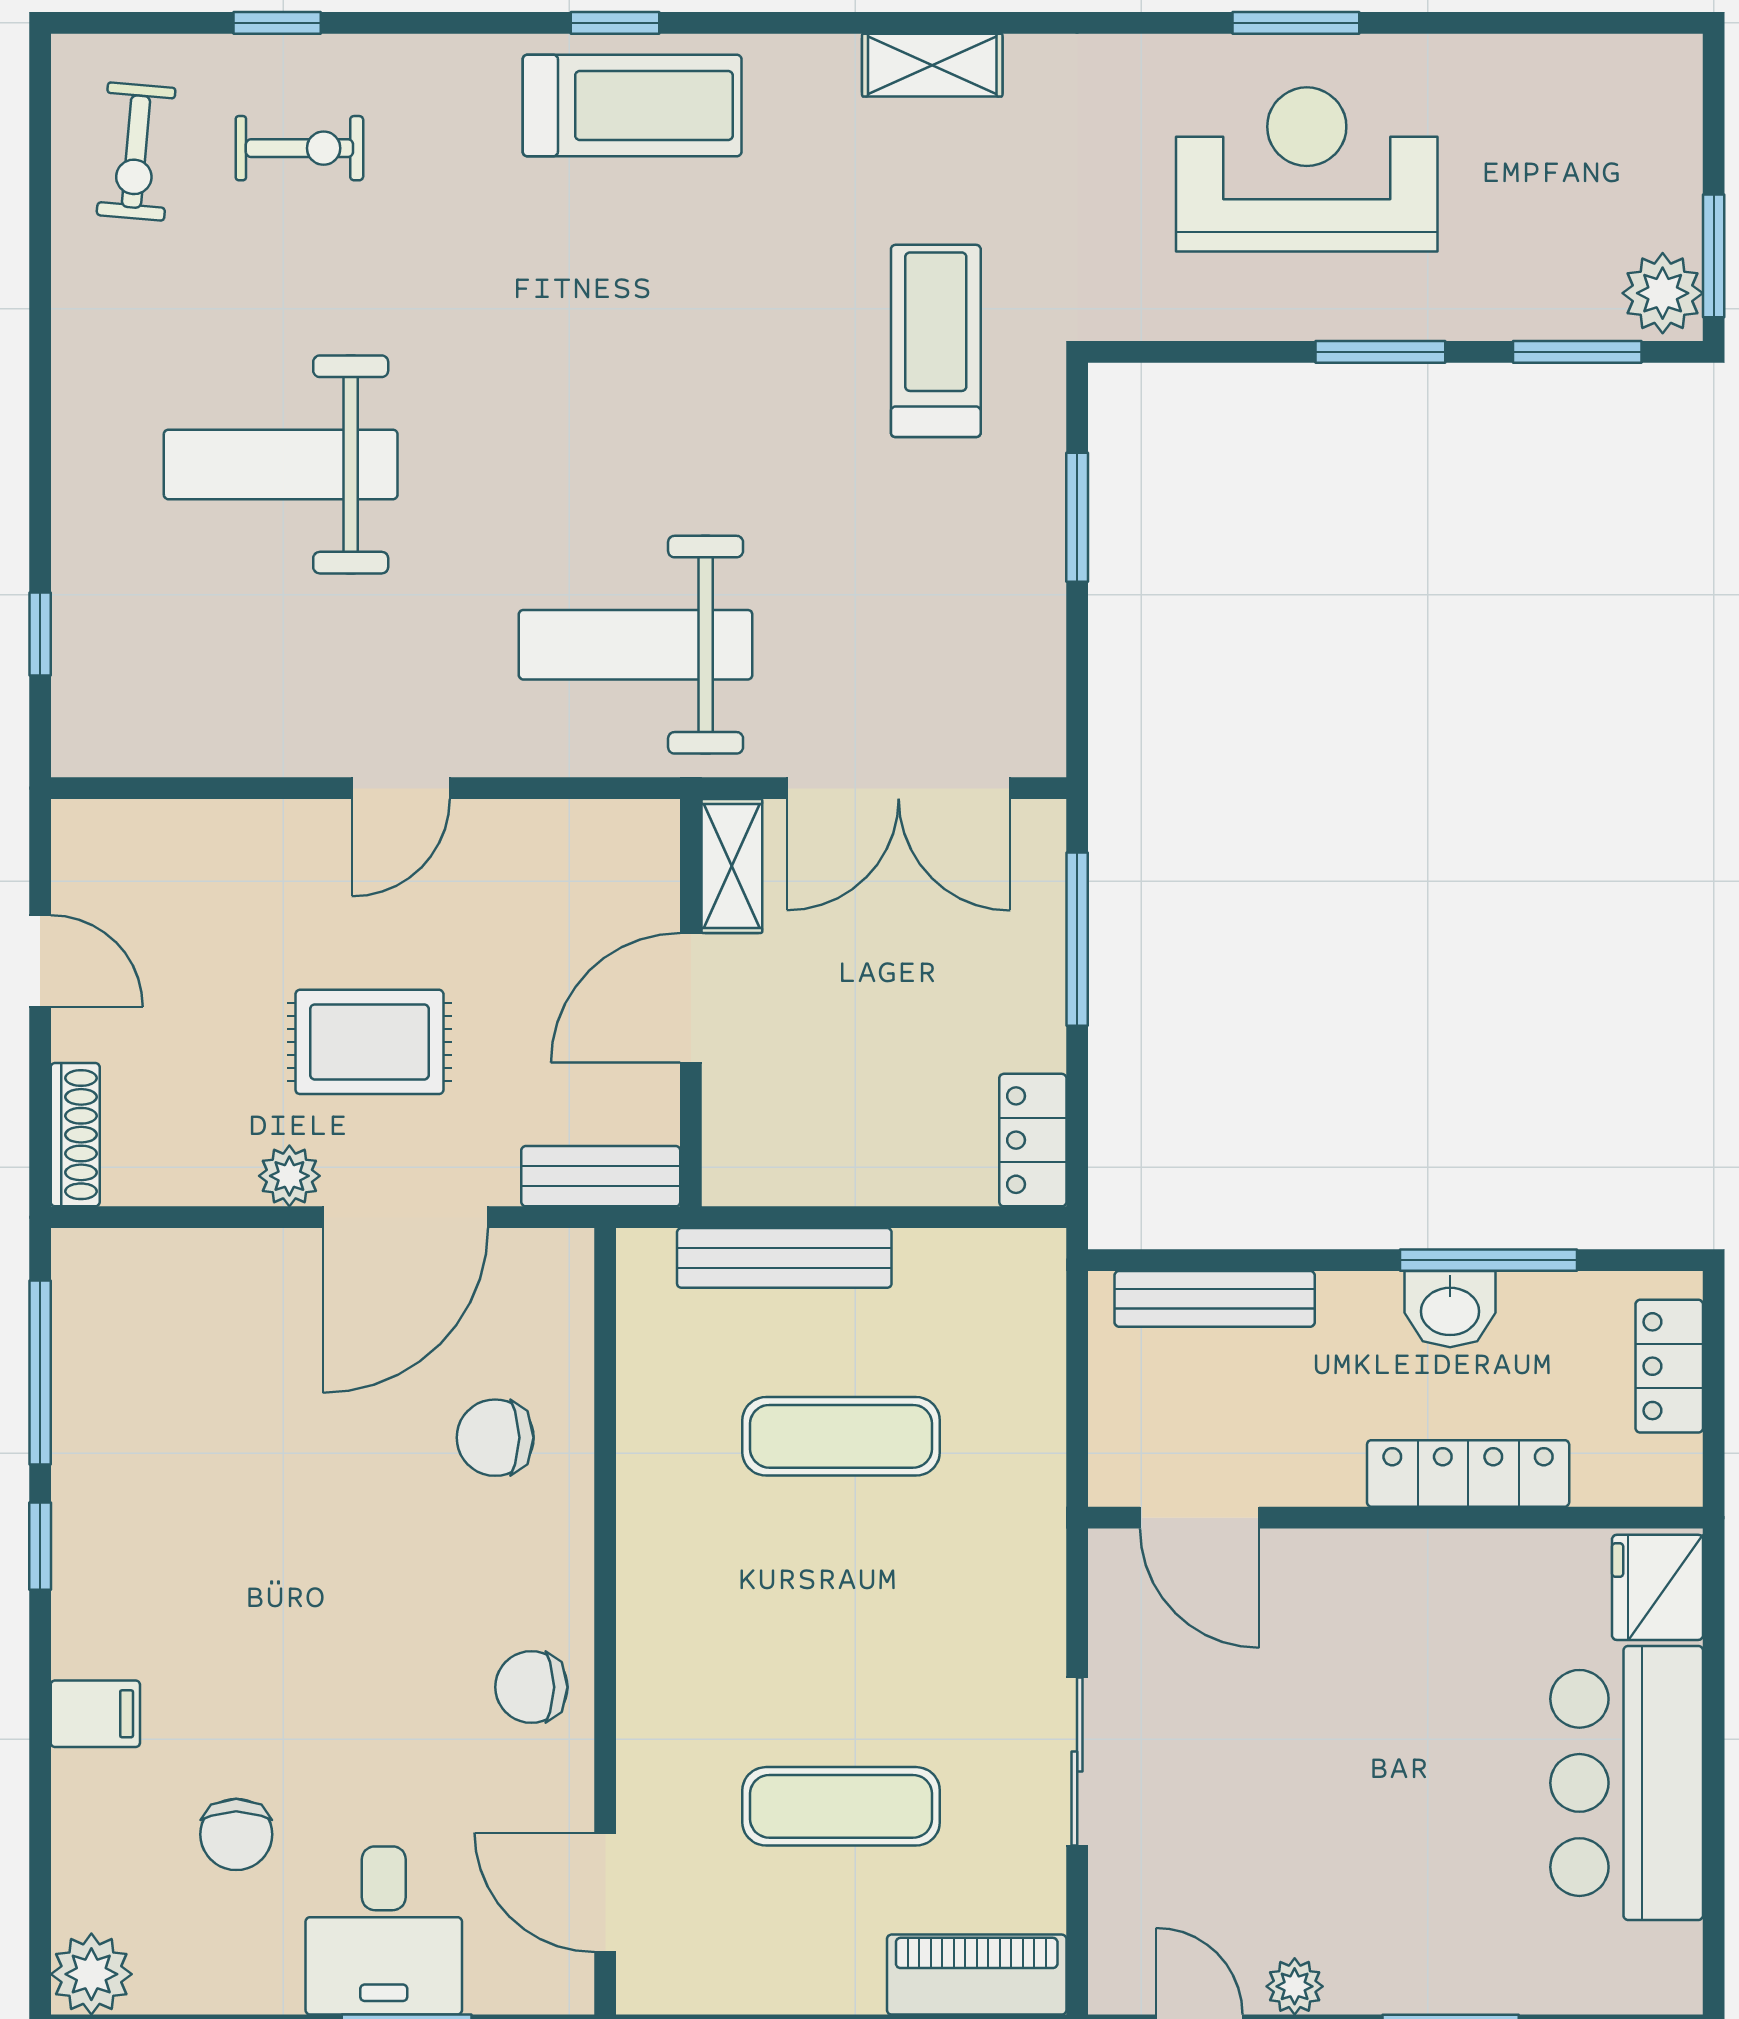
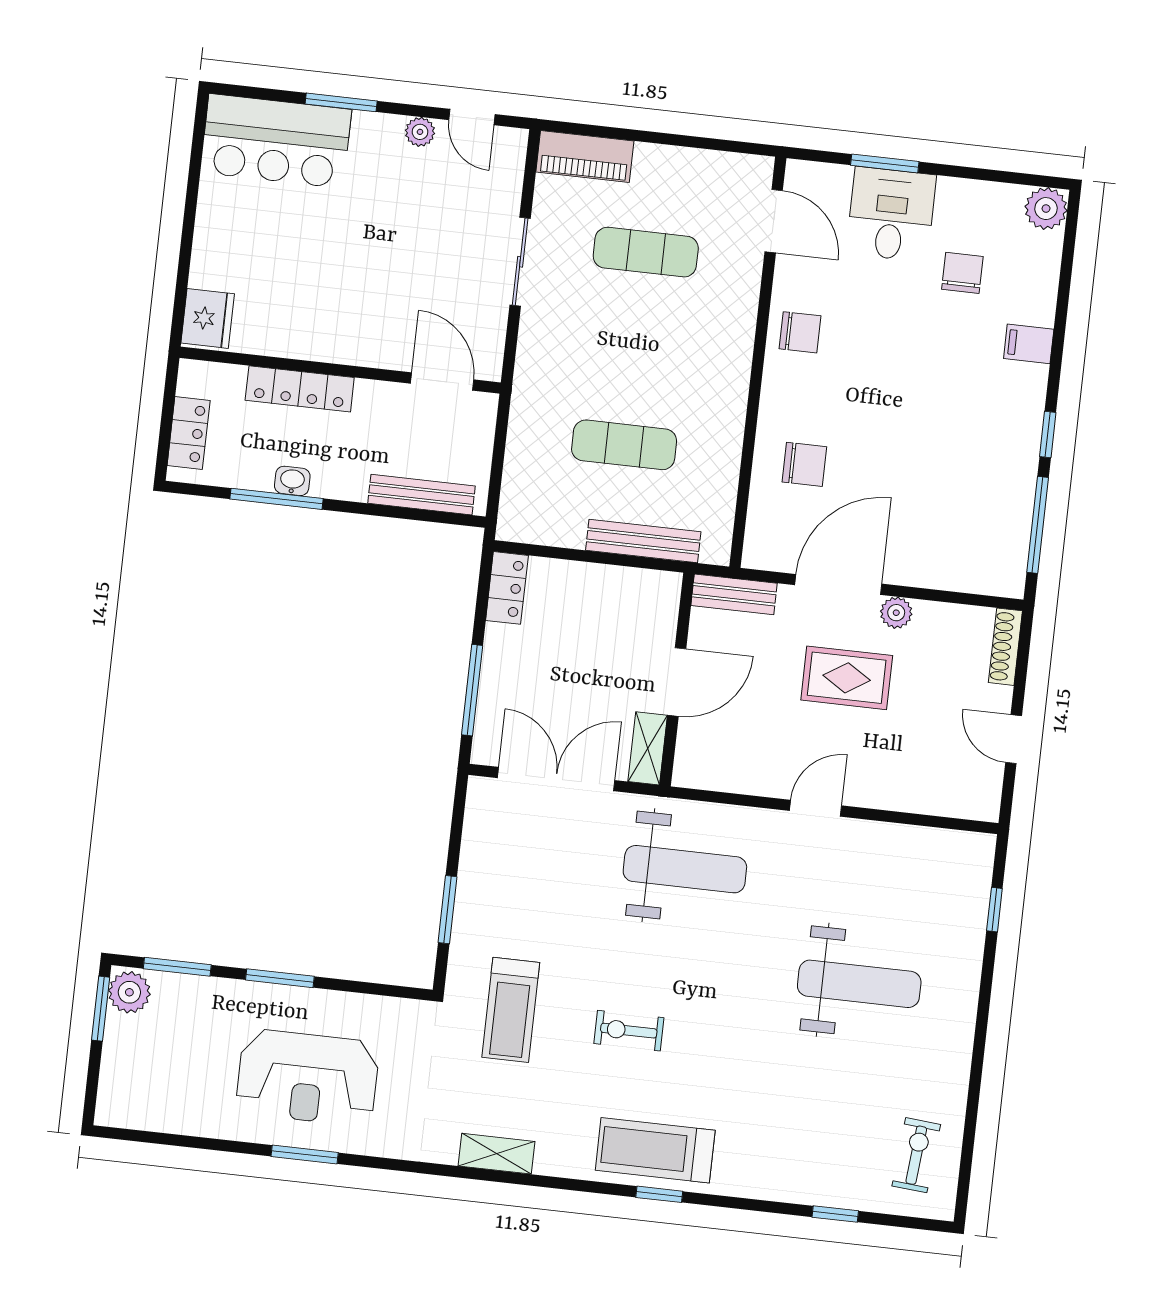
exercise bike: (299, 148) -> (629, 1031), moved
washbasin: (1450, 1309) -> (292, 481), width x0.72, depth x0.69
bar counter: (1627, 1783) -> (276, 141), moved, turned 90

